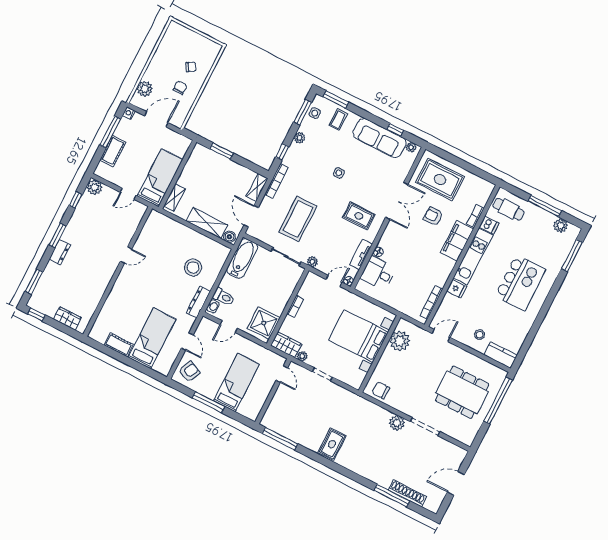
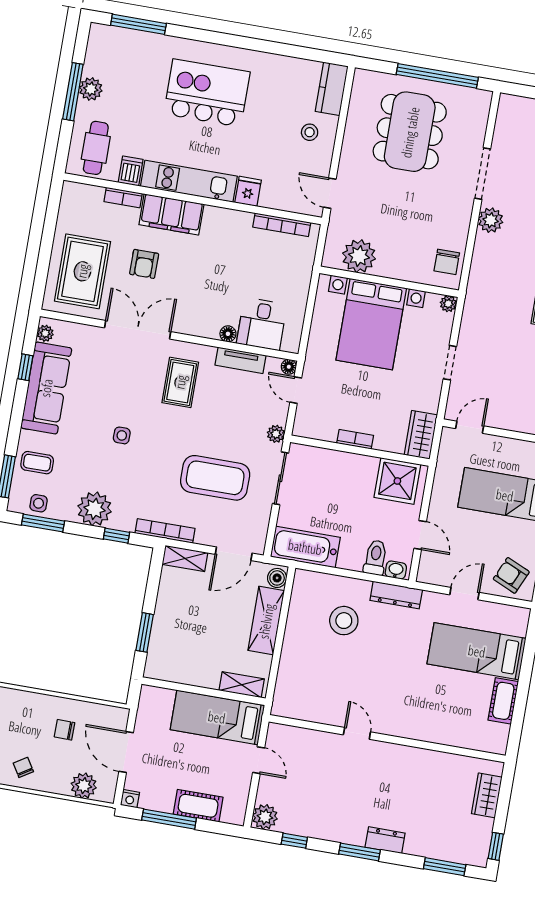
chair: (191, 67) -> (23, 767), moved
plant: (299, 138) -> (95, 509), width x1.87, depth x1.87
plant: (561, 226) -> (91, 89), moved
plant: (302, 356) -> (448, 304), moved
window: (498, 401) -> (437, 76), moved

